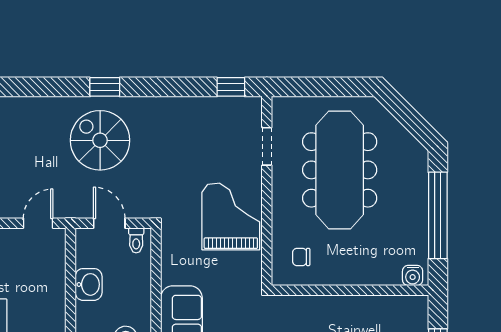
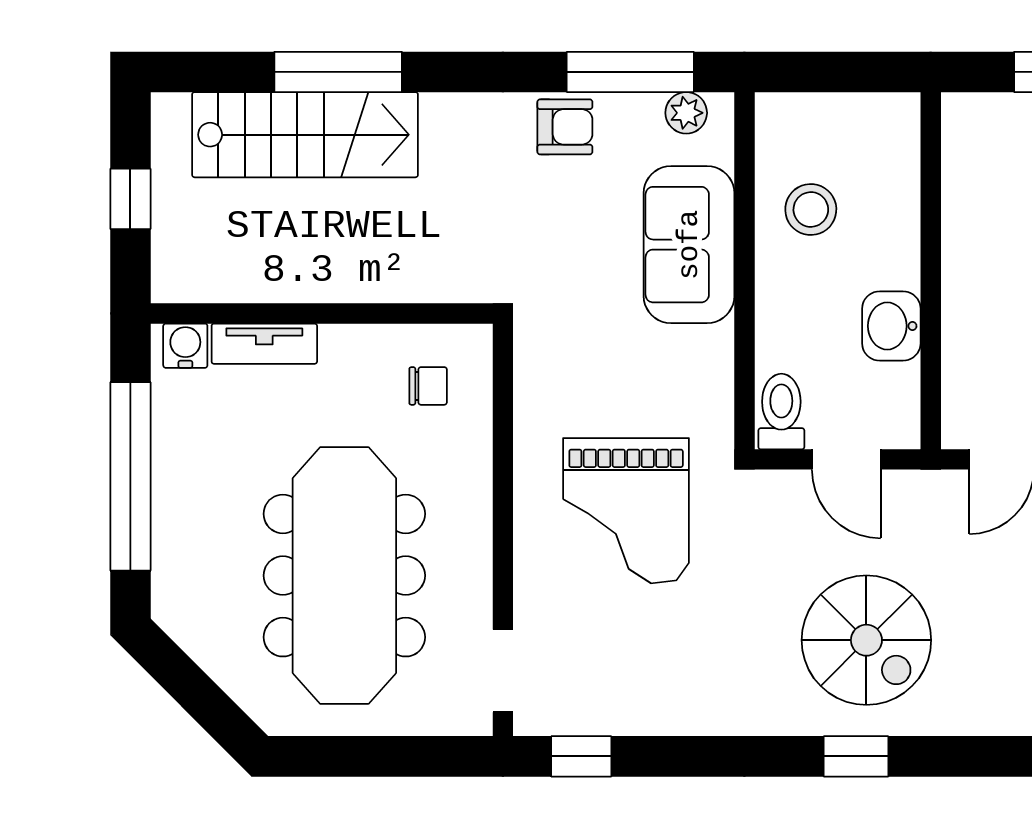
doorway: (267, 146) -> (503, 671), moved
grand piano: (231, 216) -> (626, 511), moved
toilet: (136, 240) -> (781, 412), width x1.37, depth x1.39
tv unit: (376, 276) -> (264, 344), added

